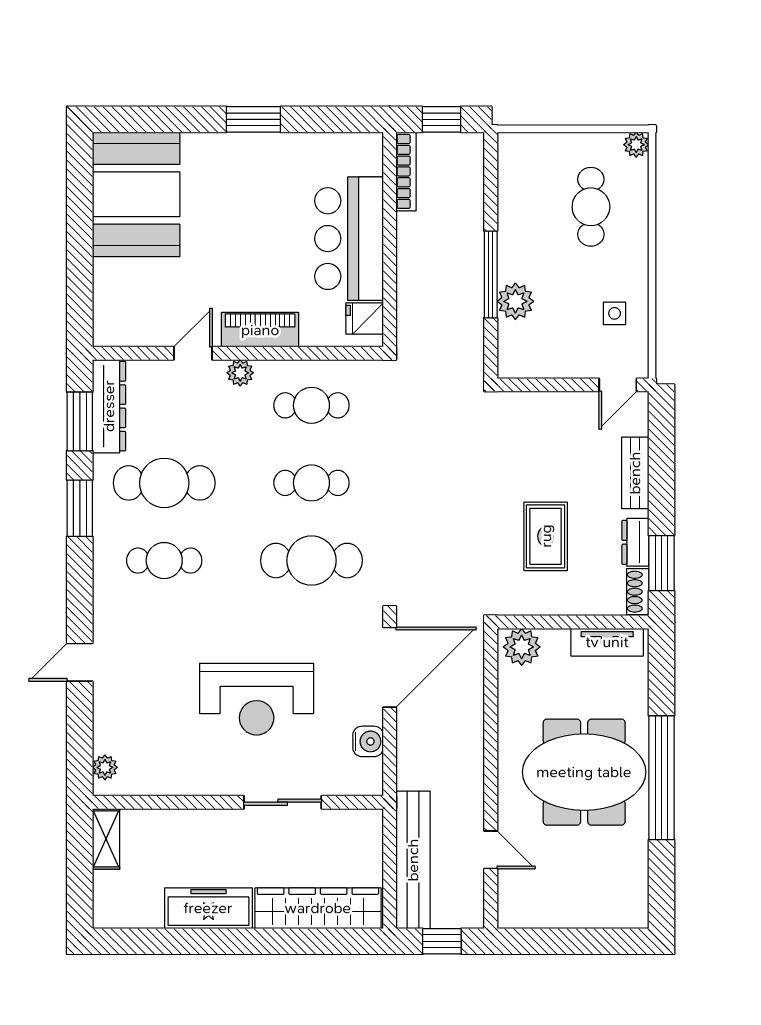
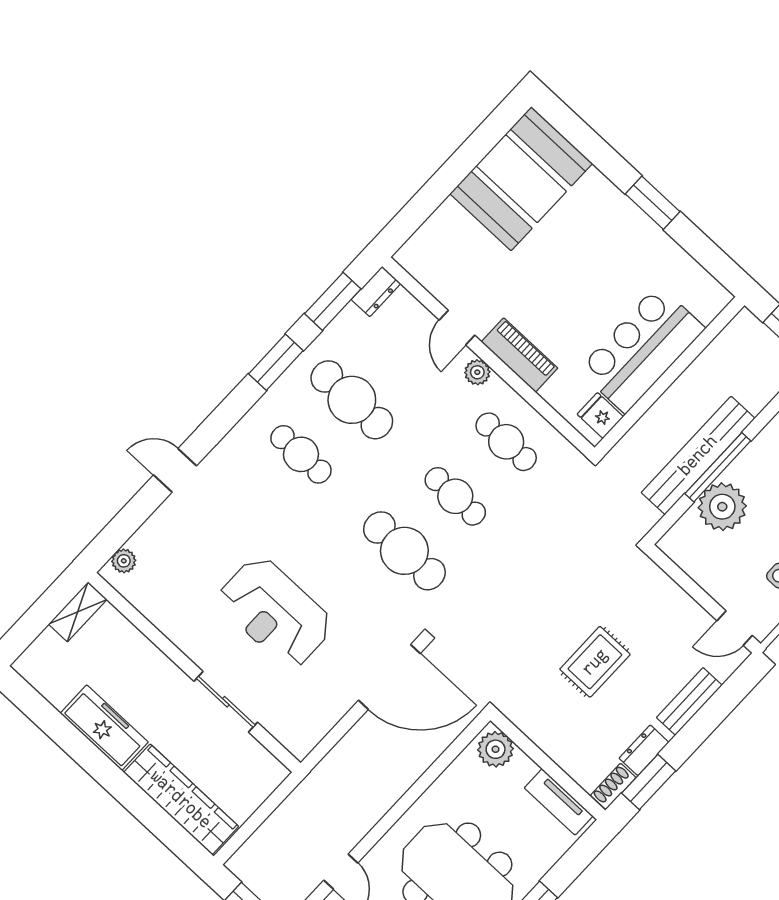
bookcase: (406, 171) -> (726, 339), removed
plant: (515, 301) -> (722, 507), width x1.36, depth x1.36
door: (193, 353) -> (457, 328), swing flipped
dresser: (109, 406) -> (376, 292), width x0.51, depth x0.80
rug: (546, 536) -> (595, 662), moved
water cooler: (368, 741) -> (326, 715), removed
bench: (413, 860) -> (698, 455), moved

